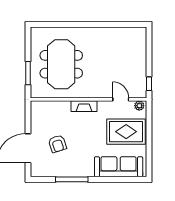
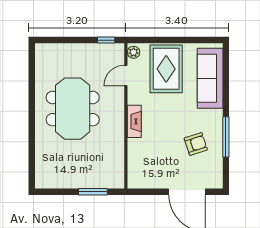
meeting table: (61, 64) -> (73, 109), moved, turned 90
armchair: (57, 144) -> (196, 144), moved

